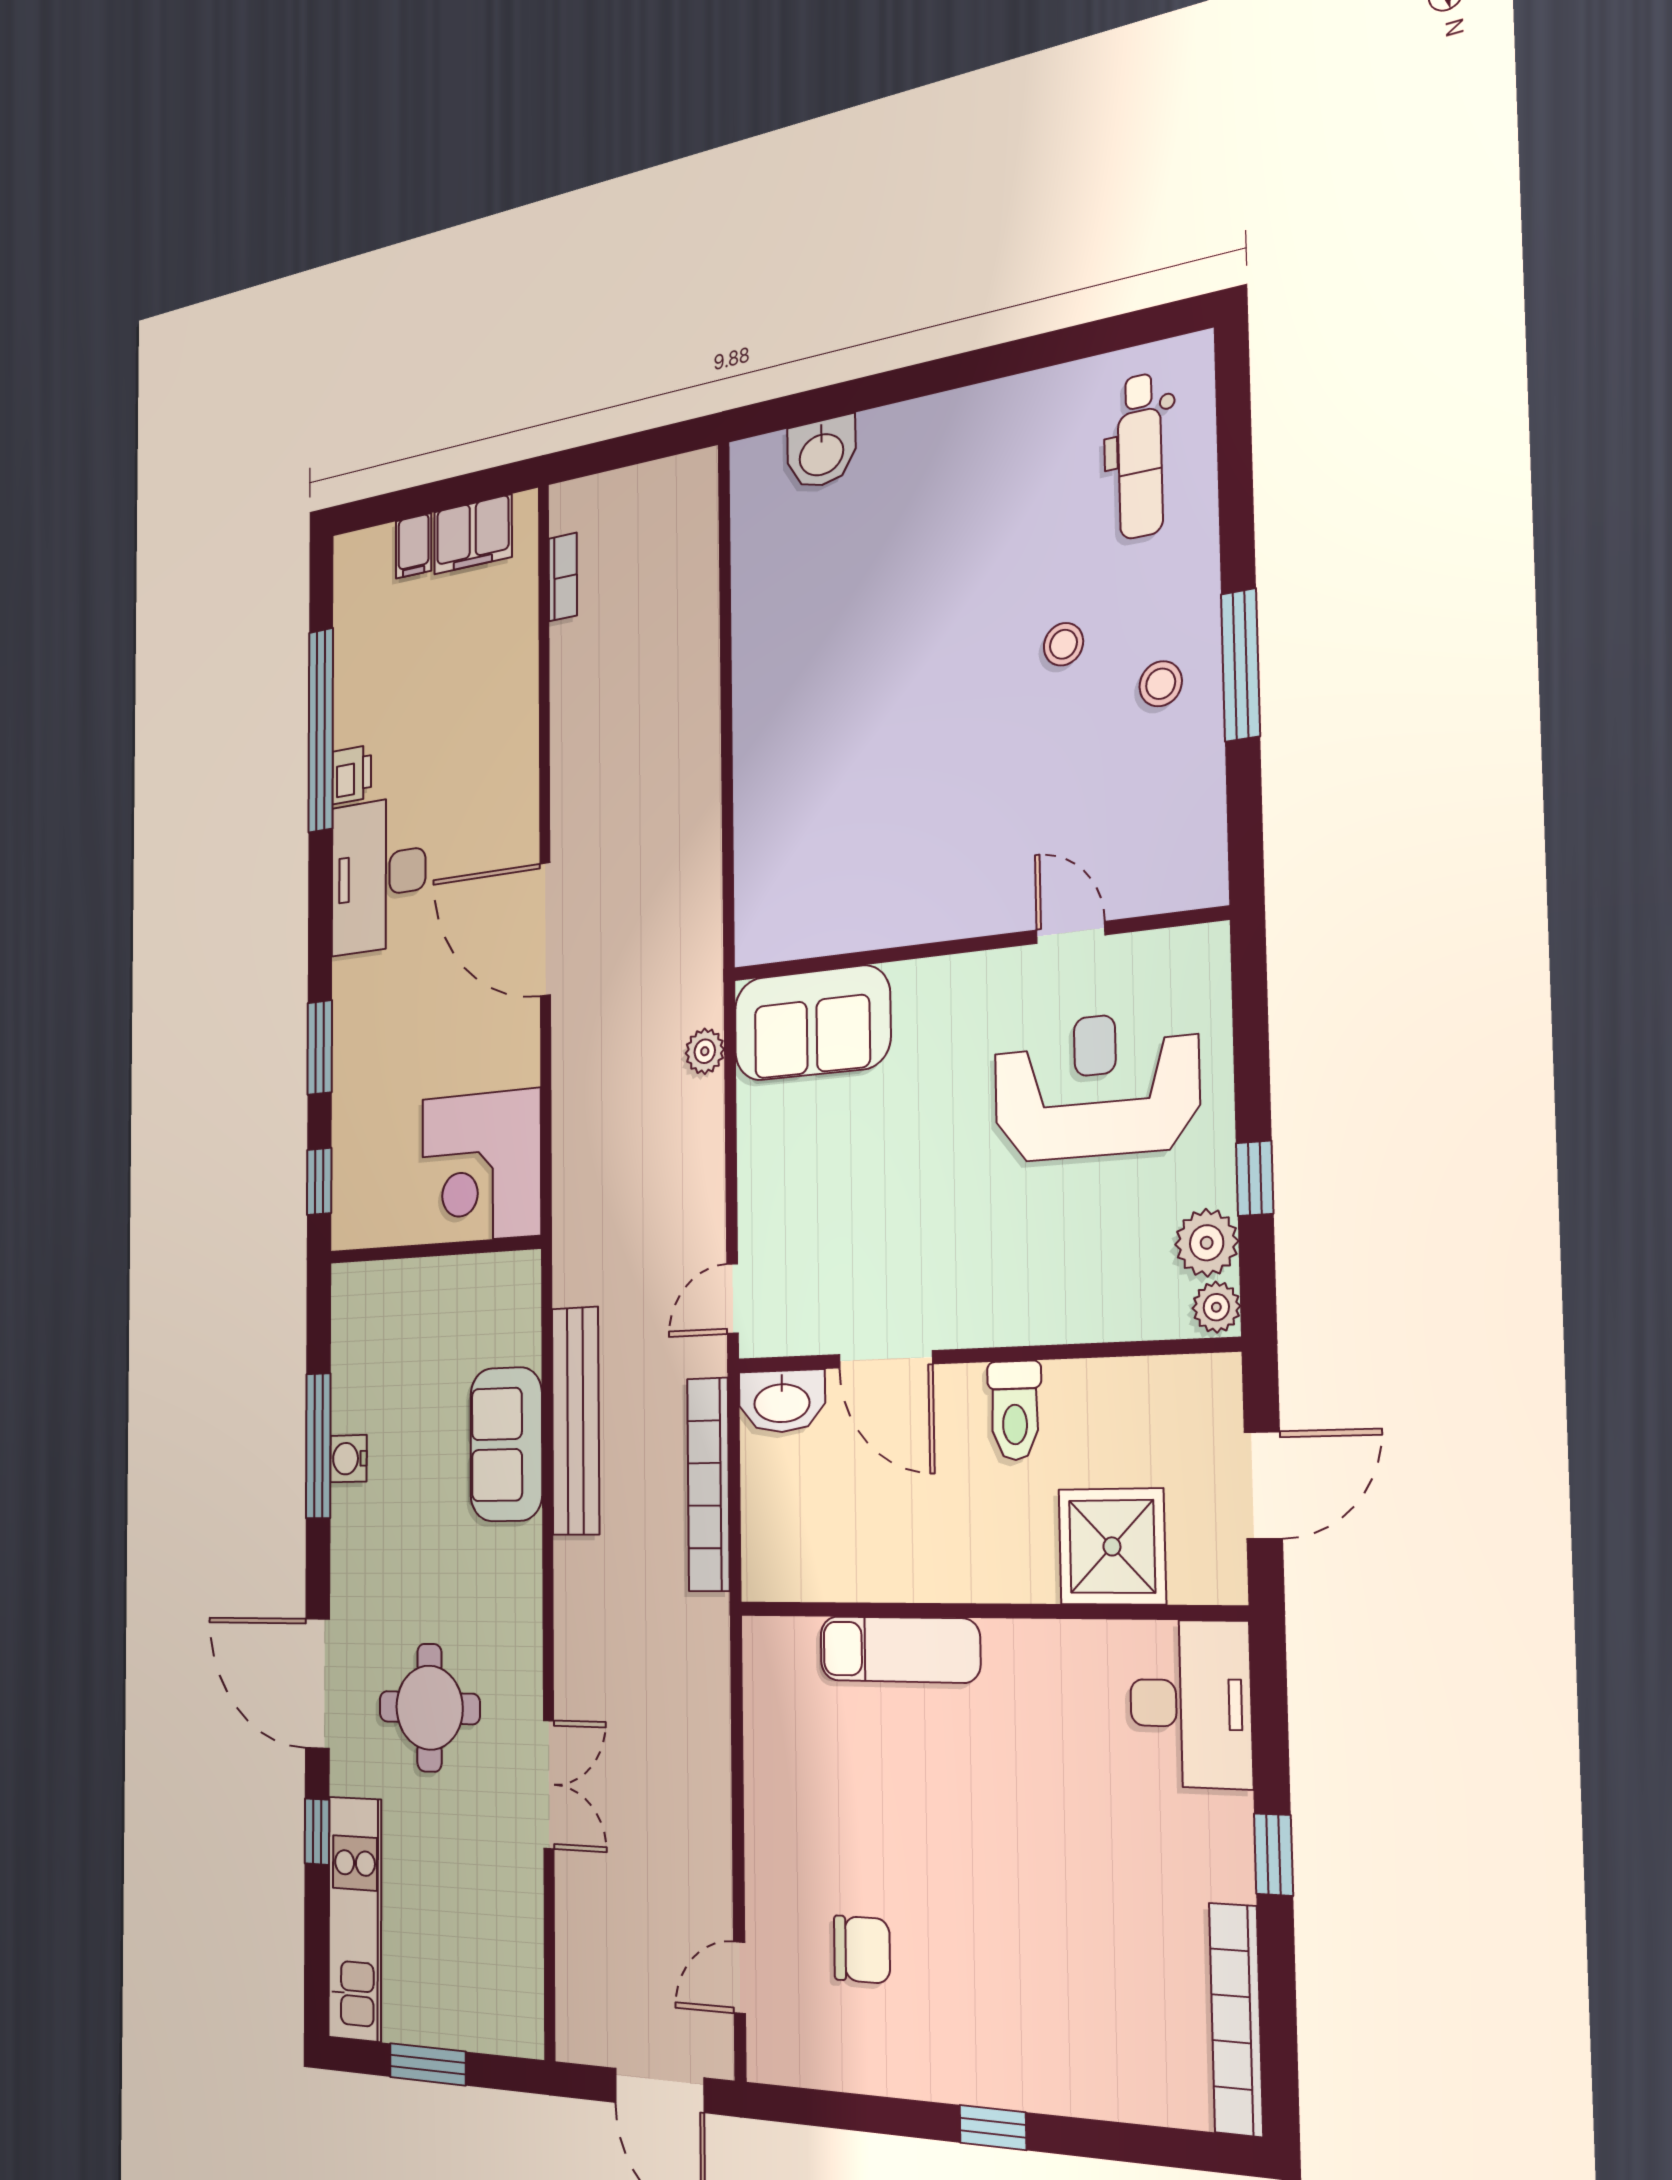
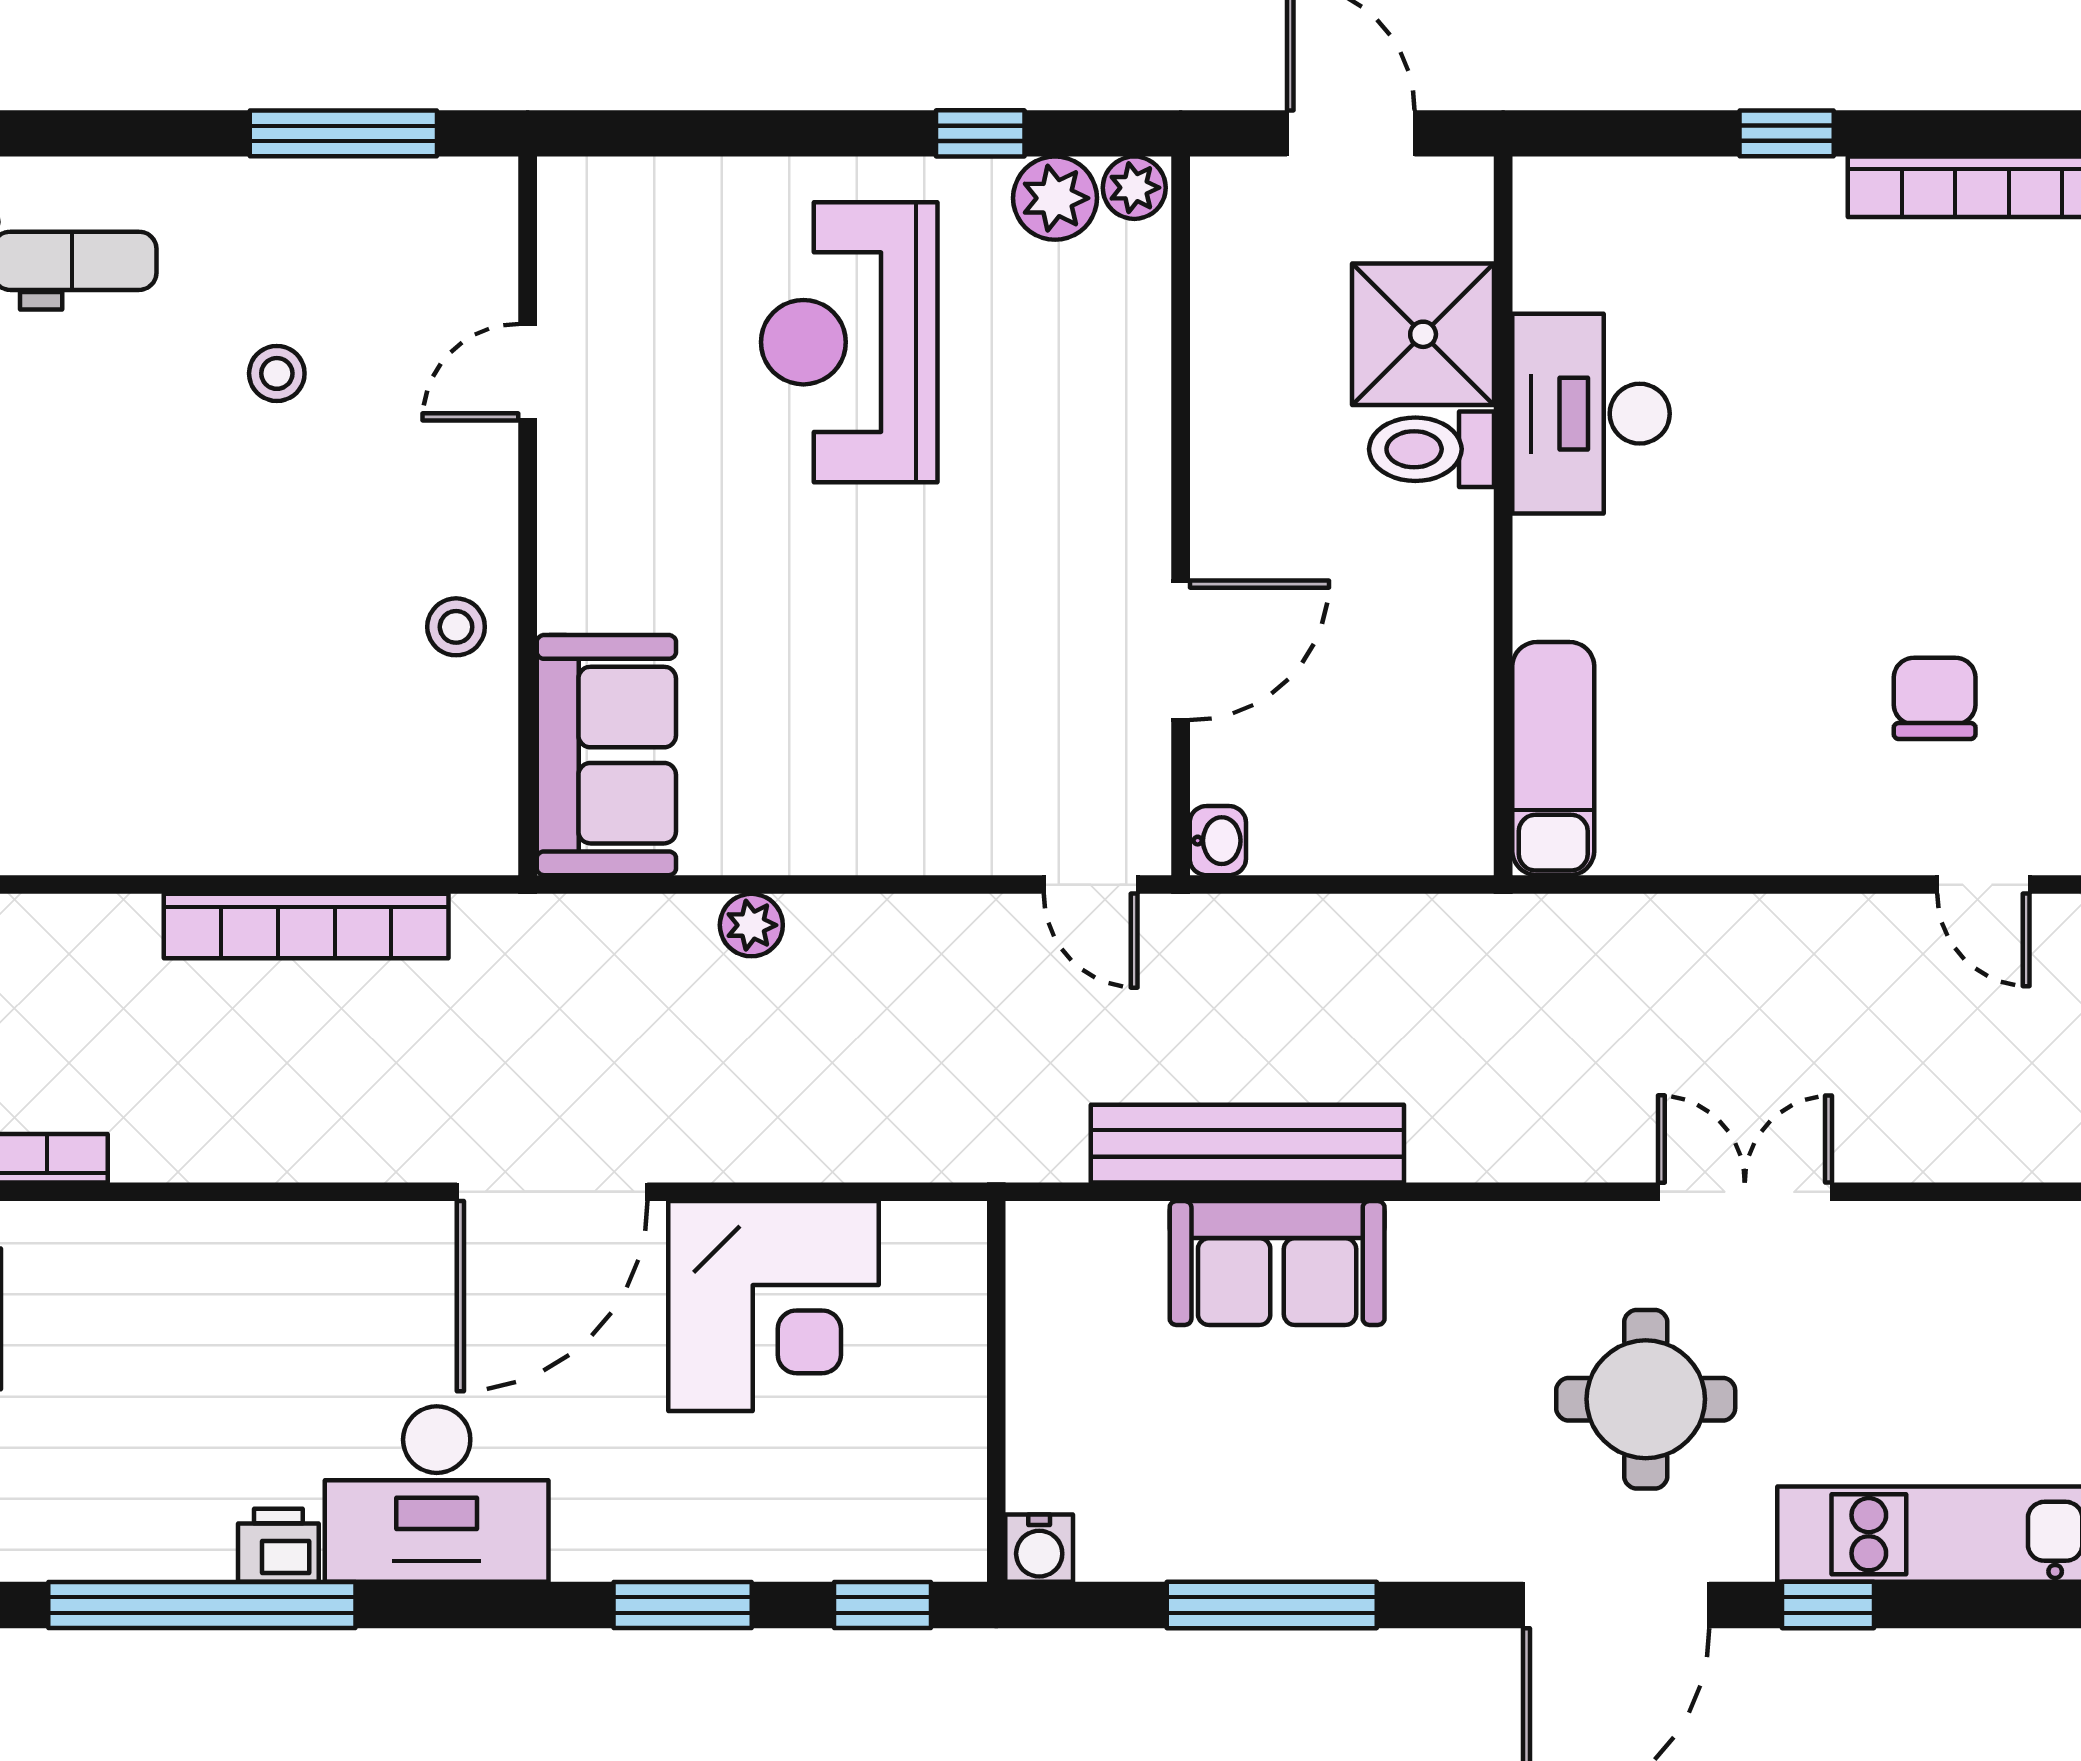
stool: (1161, 684) -> (456, 627), moved
door: (1071, 932) -> (528, 372), moved
wall: (970, 945) -> (528, 516), moved
sofa: (812, 1023) -> (606, 755), moved
corner desk: (481, 1167) -> (774, 1306), moved
washbasin: (782, 1401) -> (1218, 841), width x0.52, depth x0.69
toilet: (1015, 1411) -> (1432, 449), moved, turned 180
water cooler: (348, 1459) -> (1039, 1548), moved
bookcase: (708, 1484) -> (306, 926), moved
exam couch: (899, 1650) -> (1553, 759), moved
desk: (1190, 1704) -> (1591, 414), moved, turned -90

